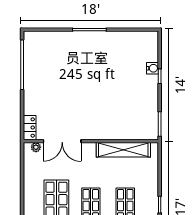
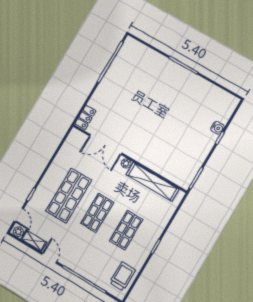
plant: (36, 147) -> (126, 163), moved

